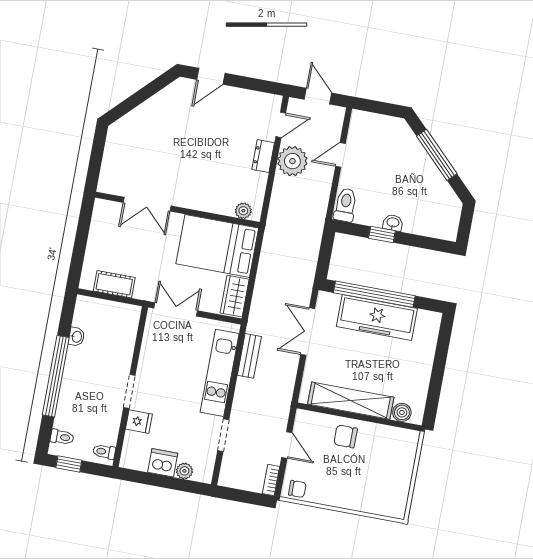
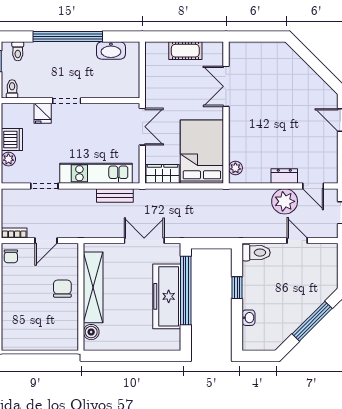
washbasin: (393, 223) -> (249, 318), moved
cot: (114, 284) -> (185, 51), moved, turned 90
washbasin: (76, 337) -> (111, 51), width x1.91, depth x1.45

